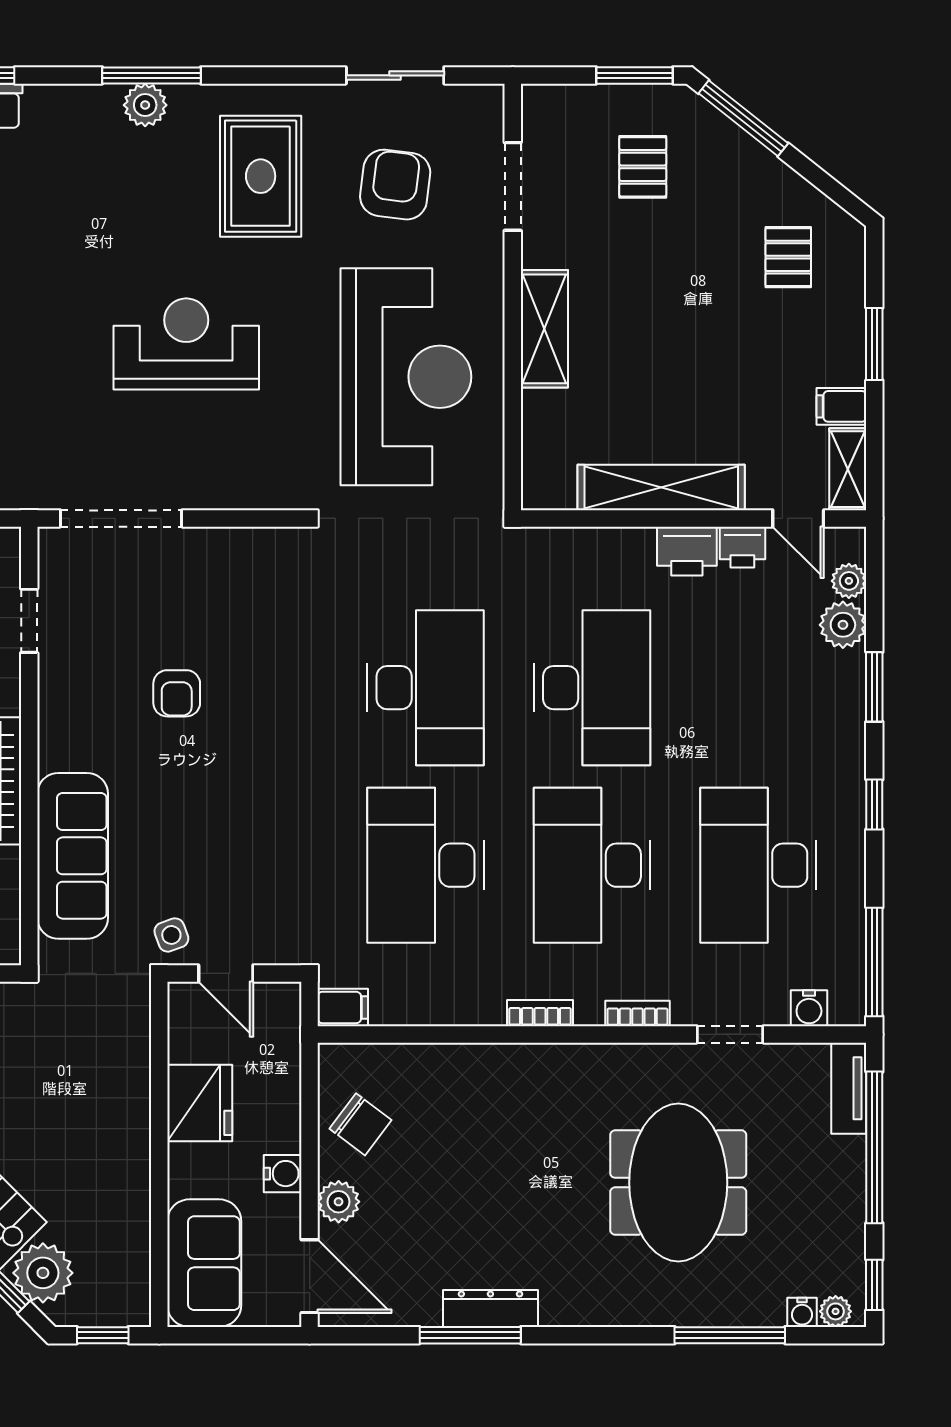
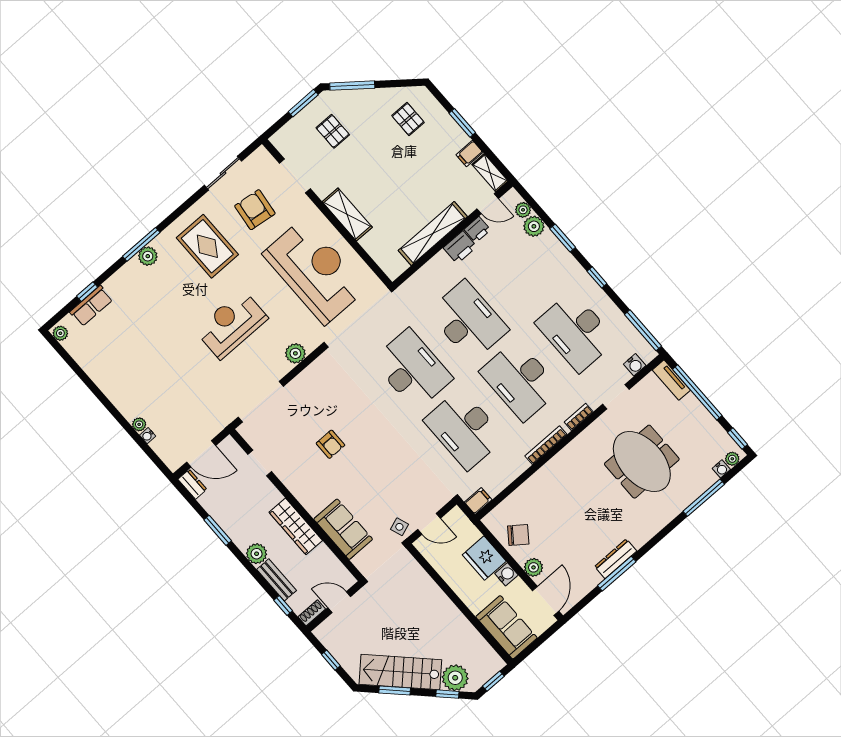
plant: (252, 488) -> (295, 353), added
sofa: (73, 856) -> (343, 529), width x0.73
bookcase: (540, 1013) -> (546, 445), width x1.56
fridge: (200, 1103) -> (484, 558), moved, turned 180
door: (310, 1276) -> (546, 601), hinge flipped

